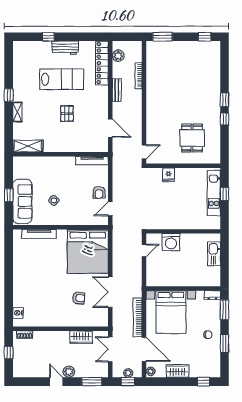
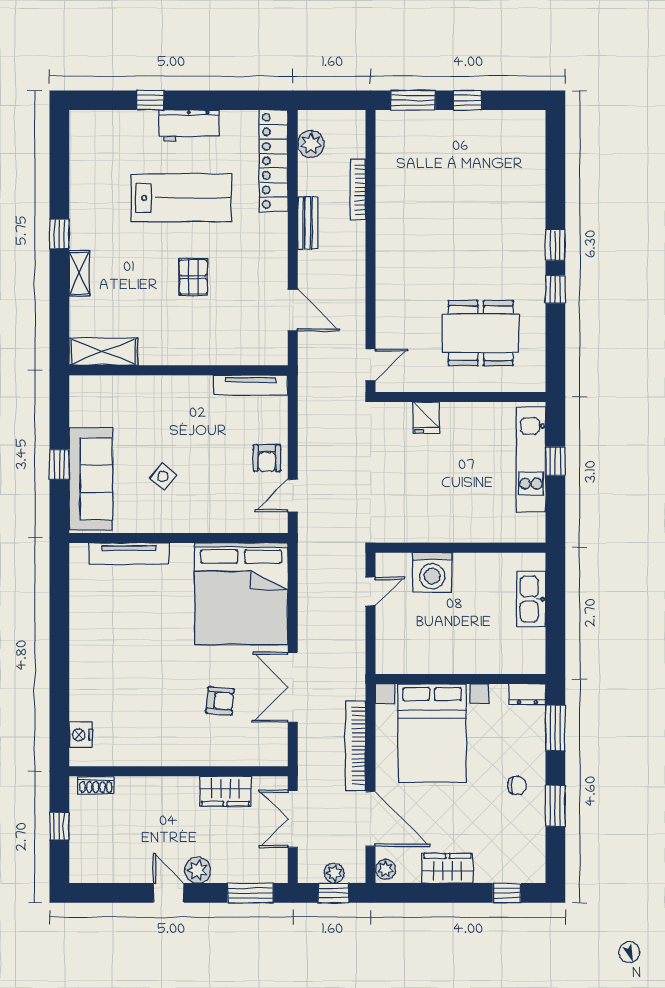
window: (205, 37) -> (467, 100), moved
dining table: (192, 138) -> (481, 333), width x1.38

